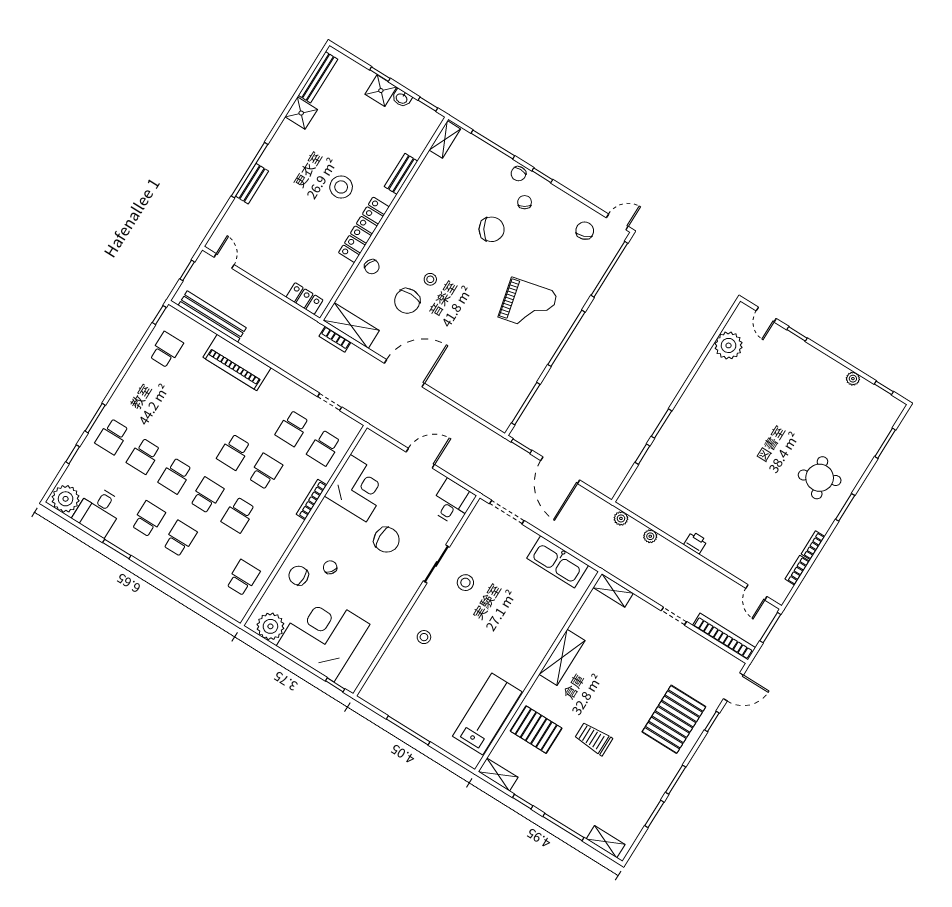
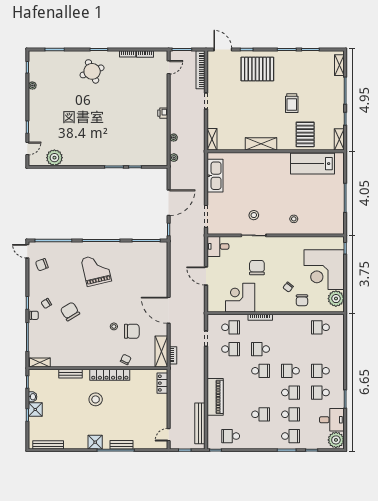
shower: (301, 113) -> (95, 442), moved
school desk: (238, 515) -> (261, 414), moved

